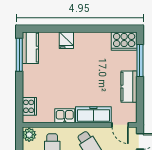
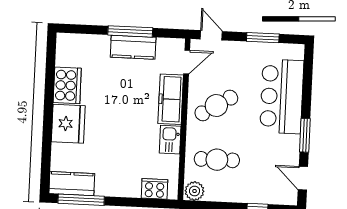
fridge: (66, 40) -> (68, 124), width x1.88, depth x1.34
cooker: (124, 41) -> (67, 85), moved
window: (140, 60) -> (130, 31), moved

